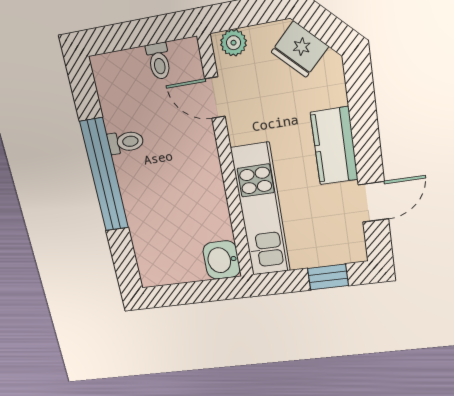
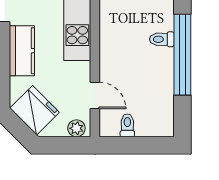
fridge: (300, 49) -> (35, 110), width x1.36, depth x1.34
toilet: (126, 142) -> (162, 39), moved

